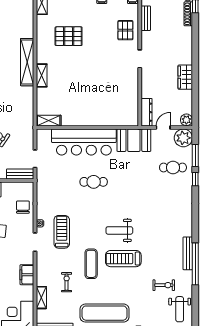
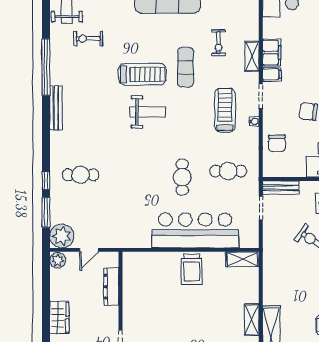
dresser: (146, 112) -> (111, 287), moved
trolley: (87, 113) -> (192, 269), added
booth: (134, 140) -> (128, 233), removed
cafe table: (173, 168) -> (81, 175), moved
cafe table: (94, 182) -> (182, 177), turned 90
cafe table: (59, 186) -> (228, 171), added
treadmill: (62, 232) -> (225, 110), turned 180
bench: (188, 253) -> (56, 108), moved
filing cabinet: (27, 259) -> (272, 74), added
shelving: (41, 298) -> (252, 56), moved

